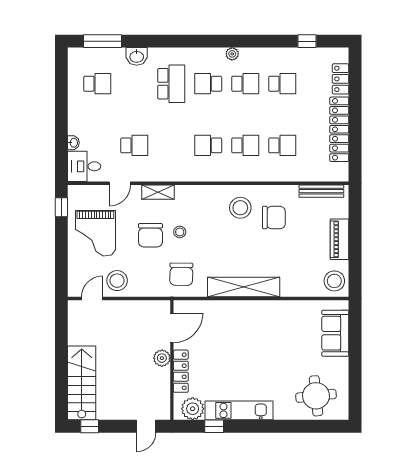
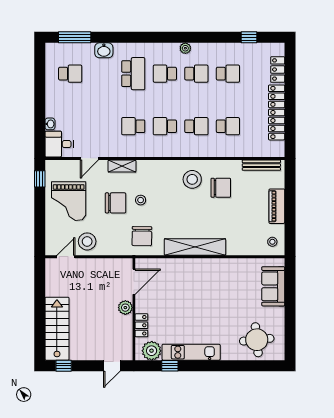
school desk: (134, 145) -> (133, 126), moved, turned 180
chair: (150, 235) -> (116, 203), turned -90
stool: (334, 281) -> (272, 242), width x0.53, depth x0.53
locker: (181, 371) -> (141, 325), width x0.66

